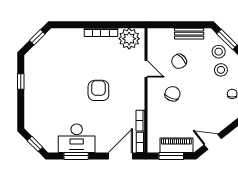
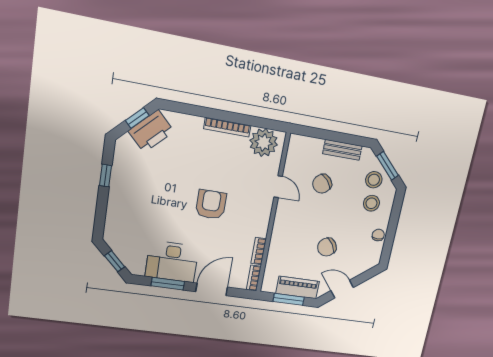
printer: (48, 45) -> (151, 131), added
chair: (172, 94) -> (327, 247), moved, turned -146
door: (120, 156) -> (212, 289), moved

